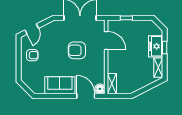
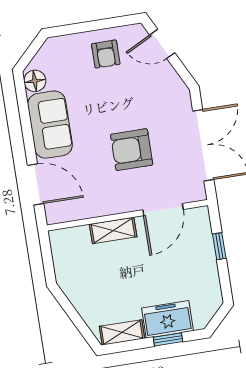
armchair: (77, 50) -> (132, 150), turned -90
shelving: (112, 84) -> (113, 231), moved
floor lamp: (100, 89) -> (35, 81), moved
door: (86, 96) -> (36, 184), hinge flipped

